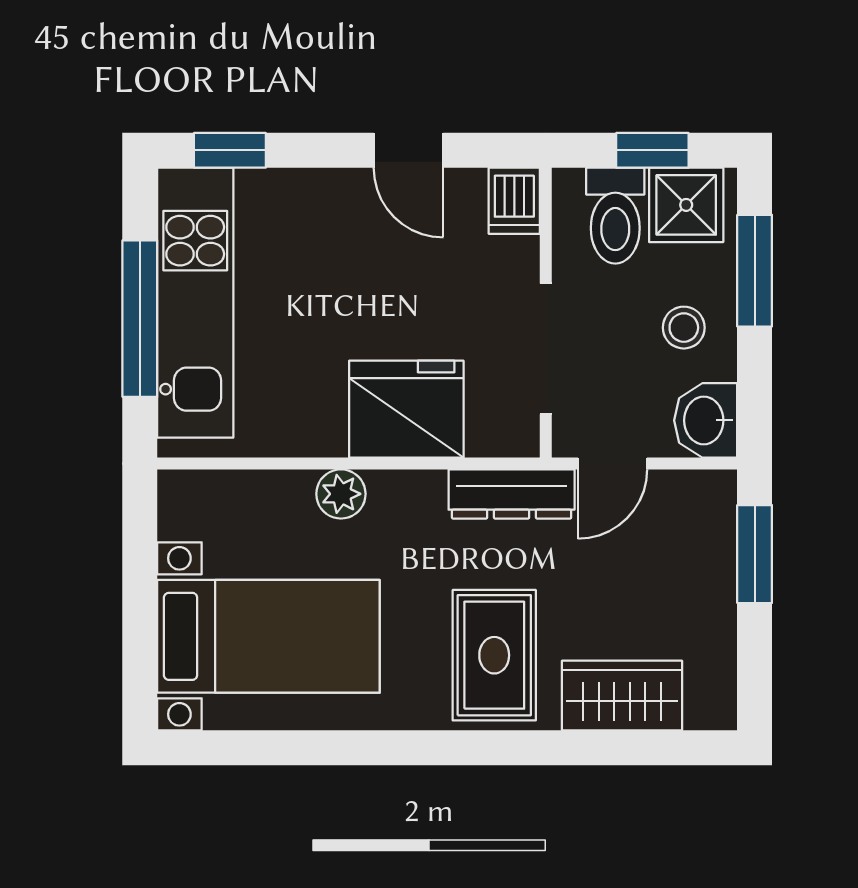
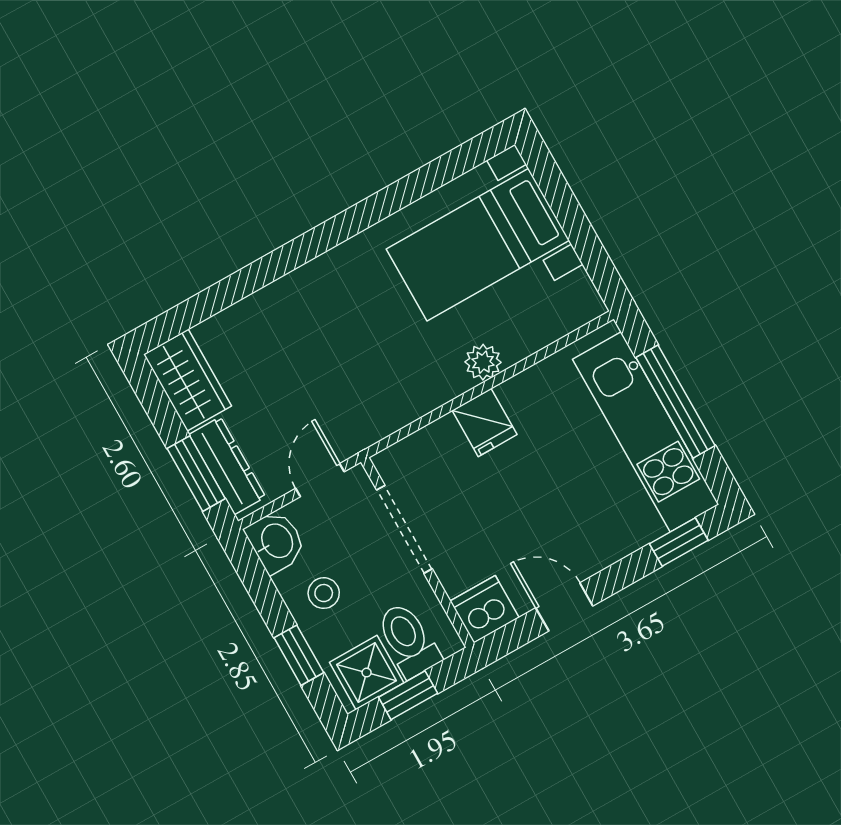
dishwasher: (514, 201) -> (484, 609), width x1.38
window: (755, 271) -> (299, 655), width x0.67
fridge: (406, 409) -> (485, 423), width x0.53, depth x0.75
dresser: (512, 494) -> (227, 466), moved, turned 90
rug: (494, 655) -> (326, 314), removed
wardrobe: (622, 695) -> (187, 380), moved, turned -90

